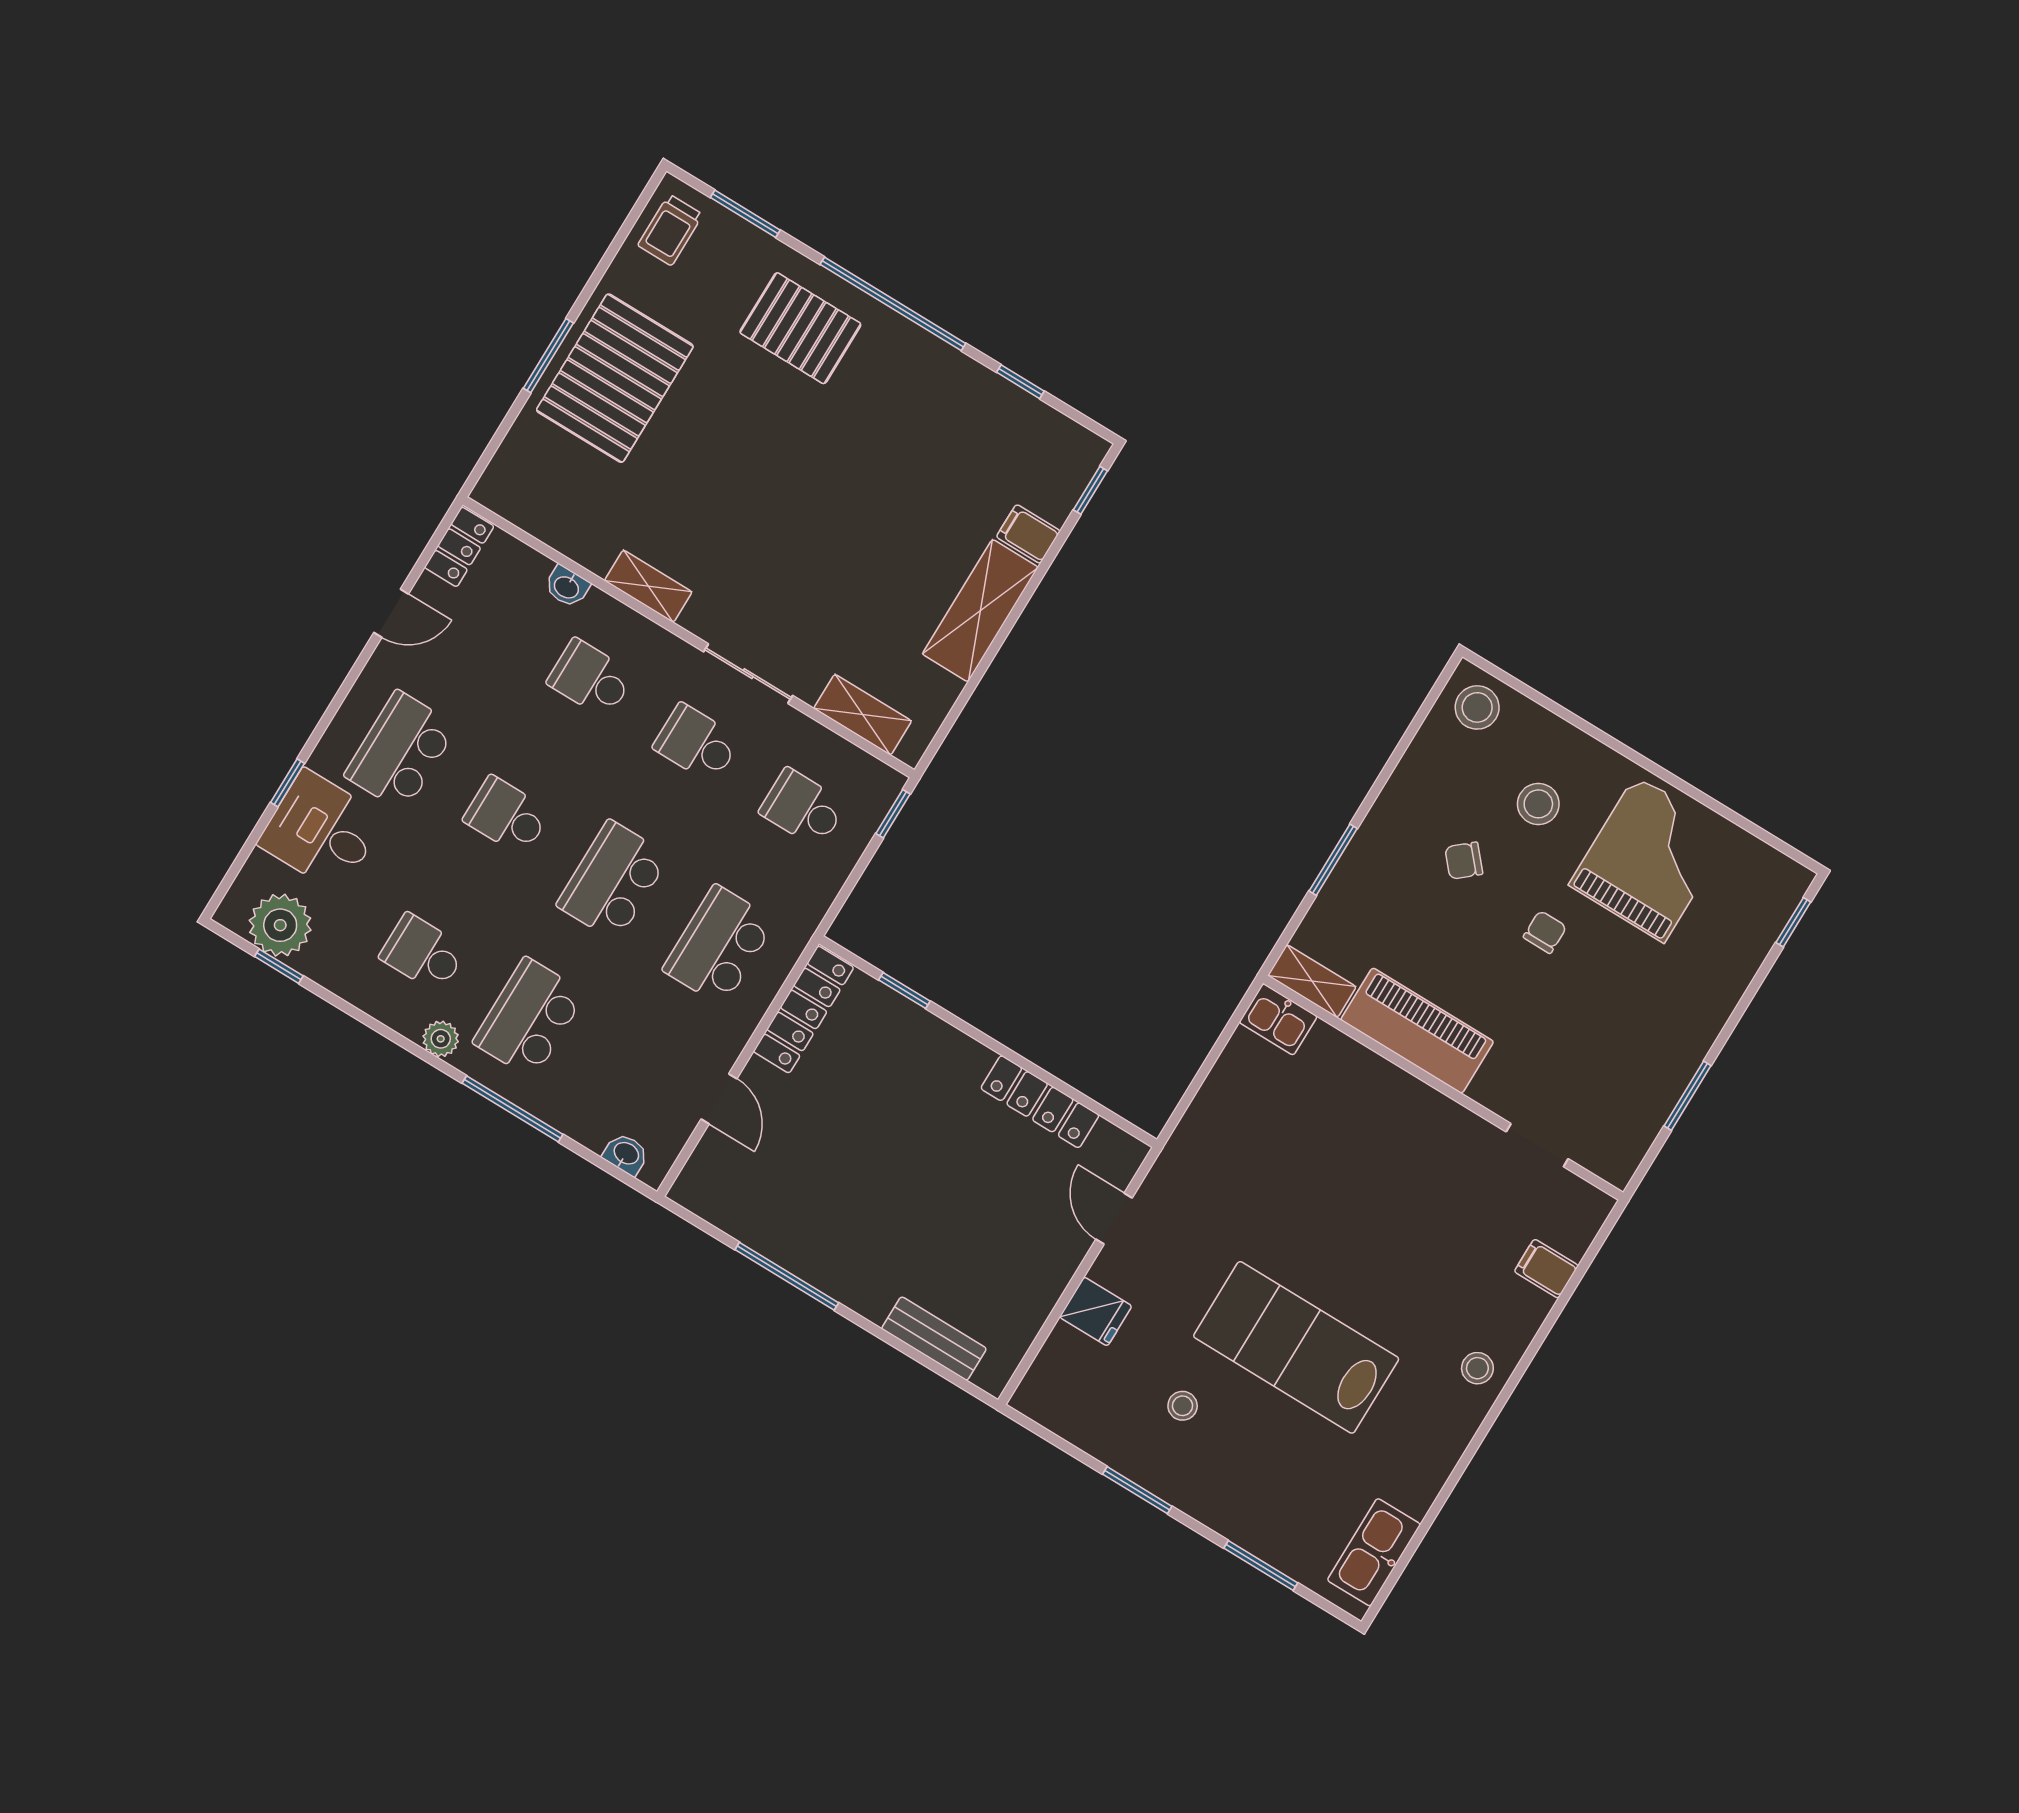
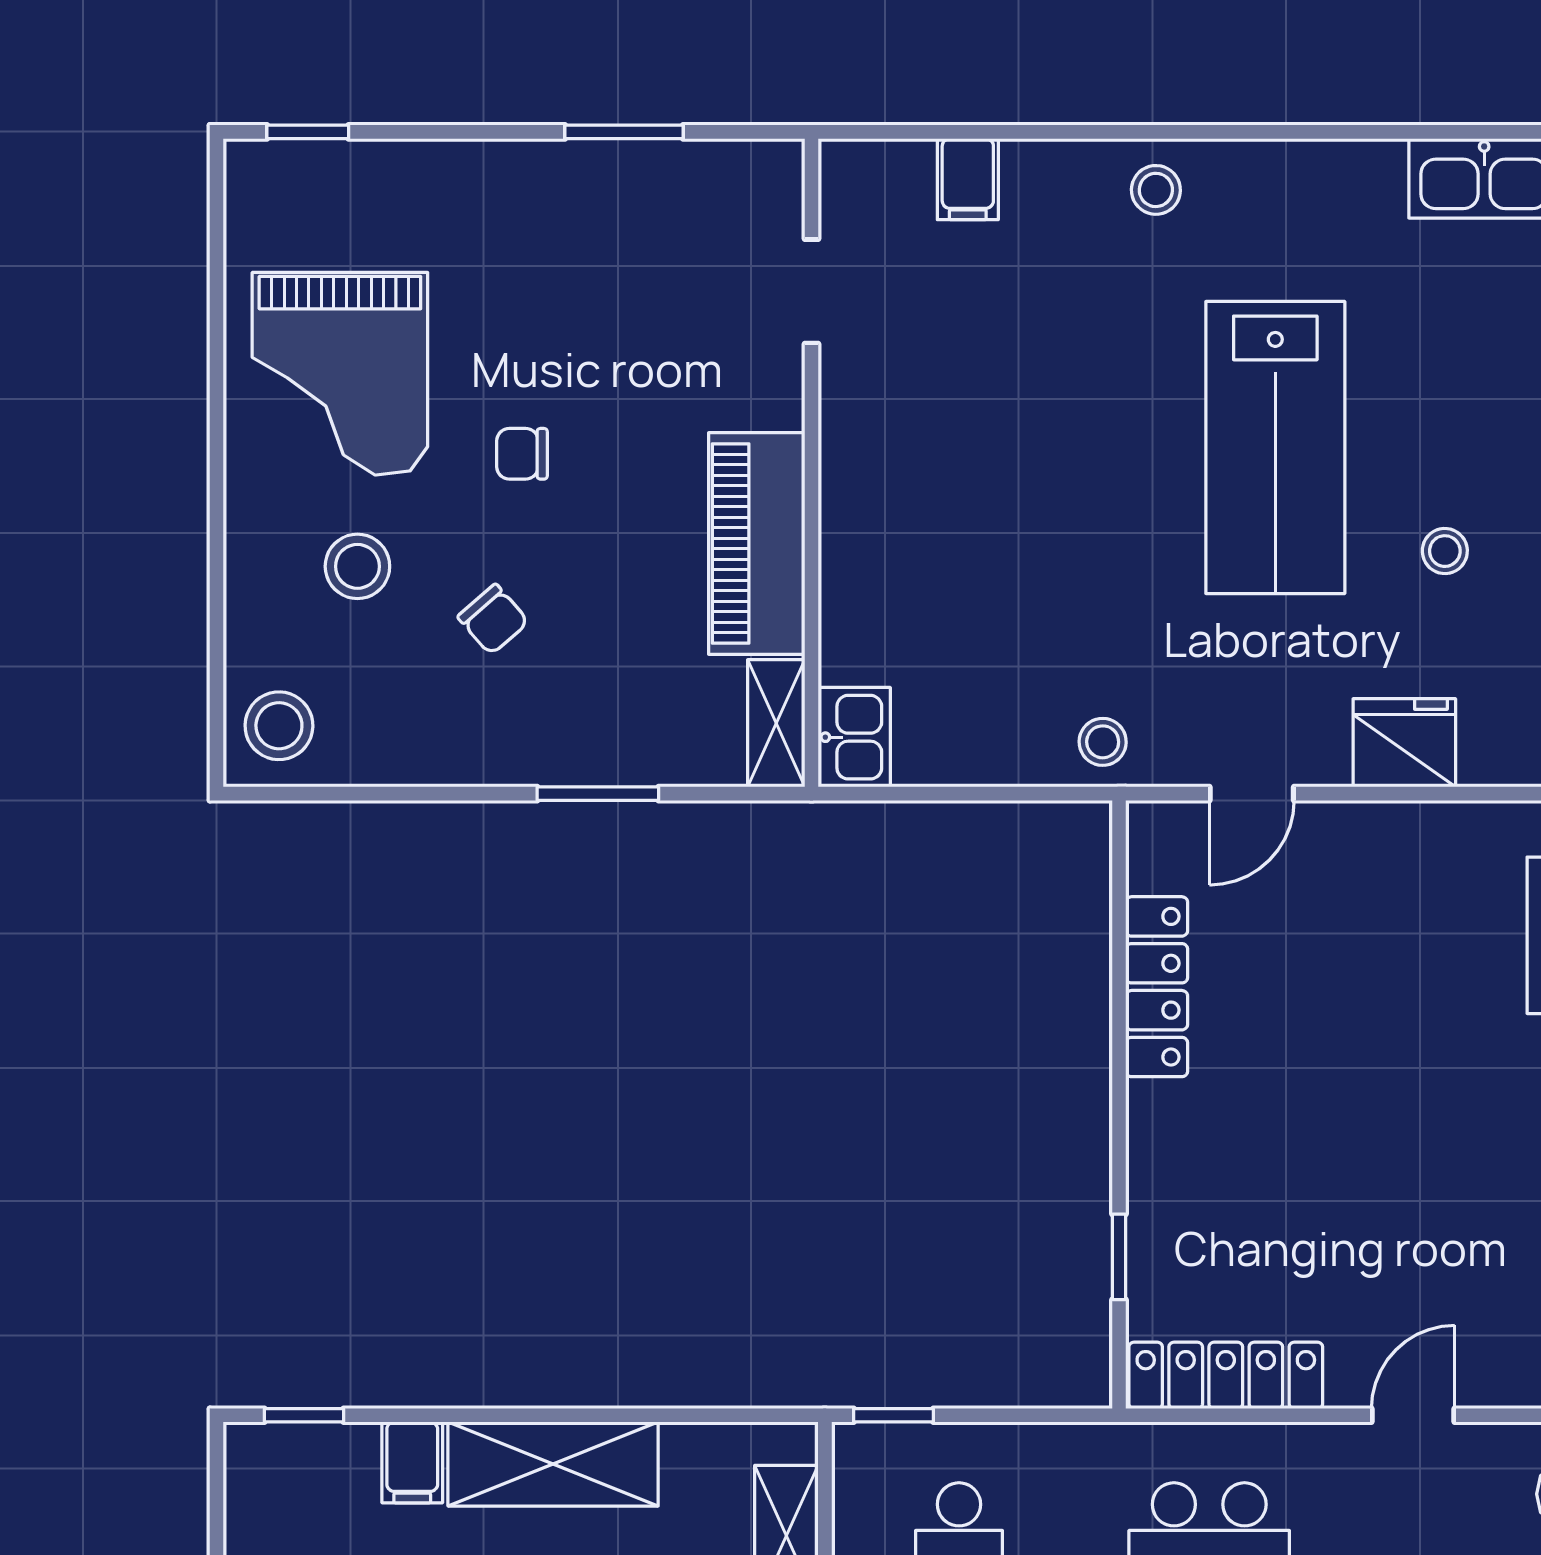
grand piano: (1650, 859) -> (340, 374), turned -90
stool: (1192, 1154) -> (1103, 742), added
fridge: (1096, 1311) -> (1404, 743), width x1.38

